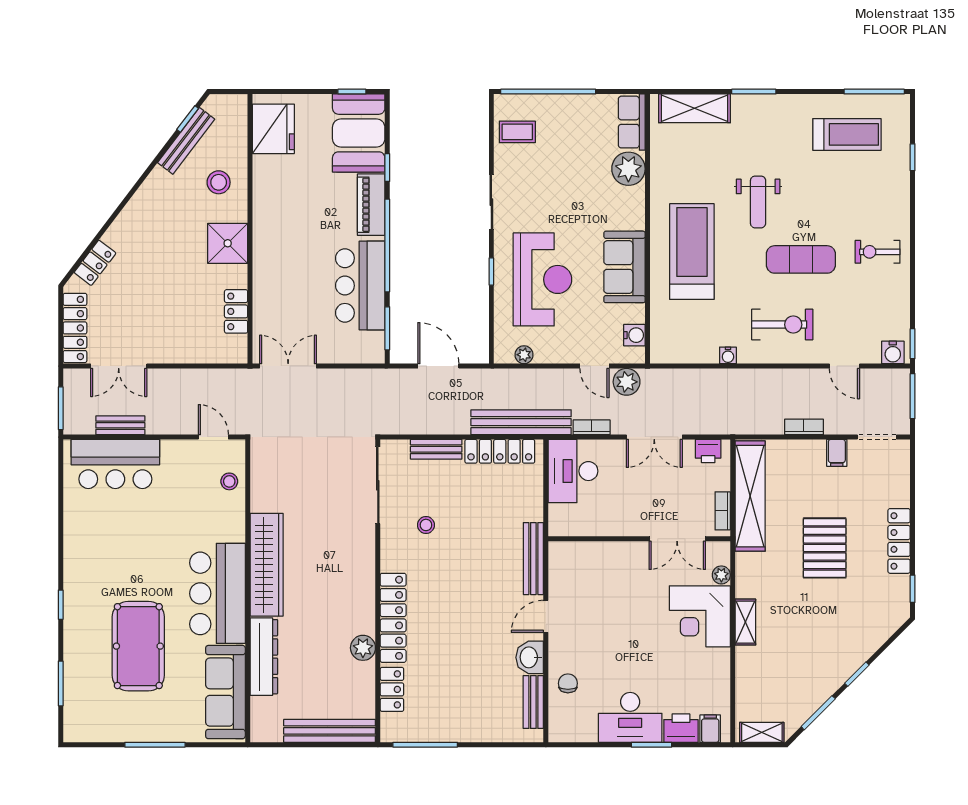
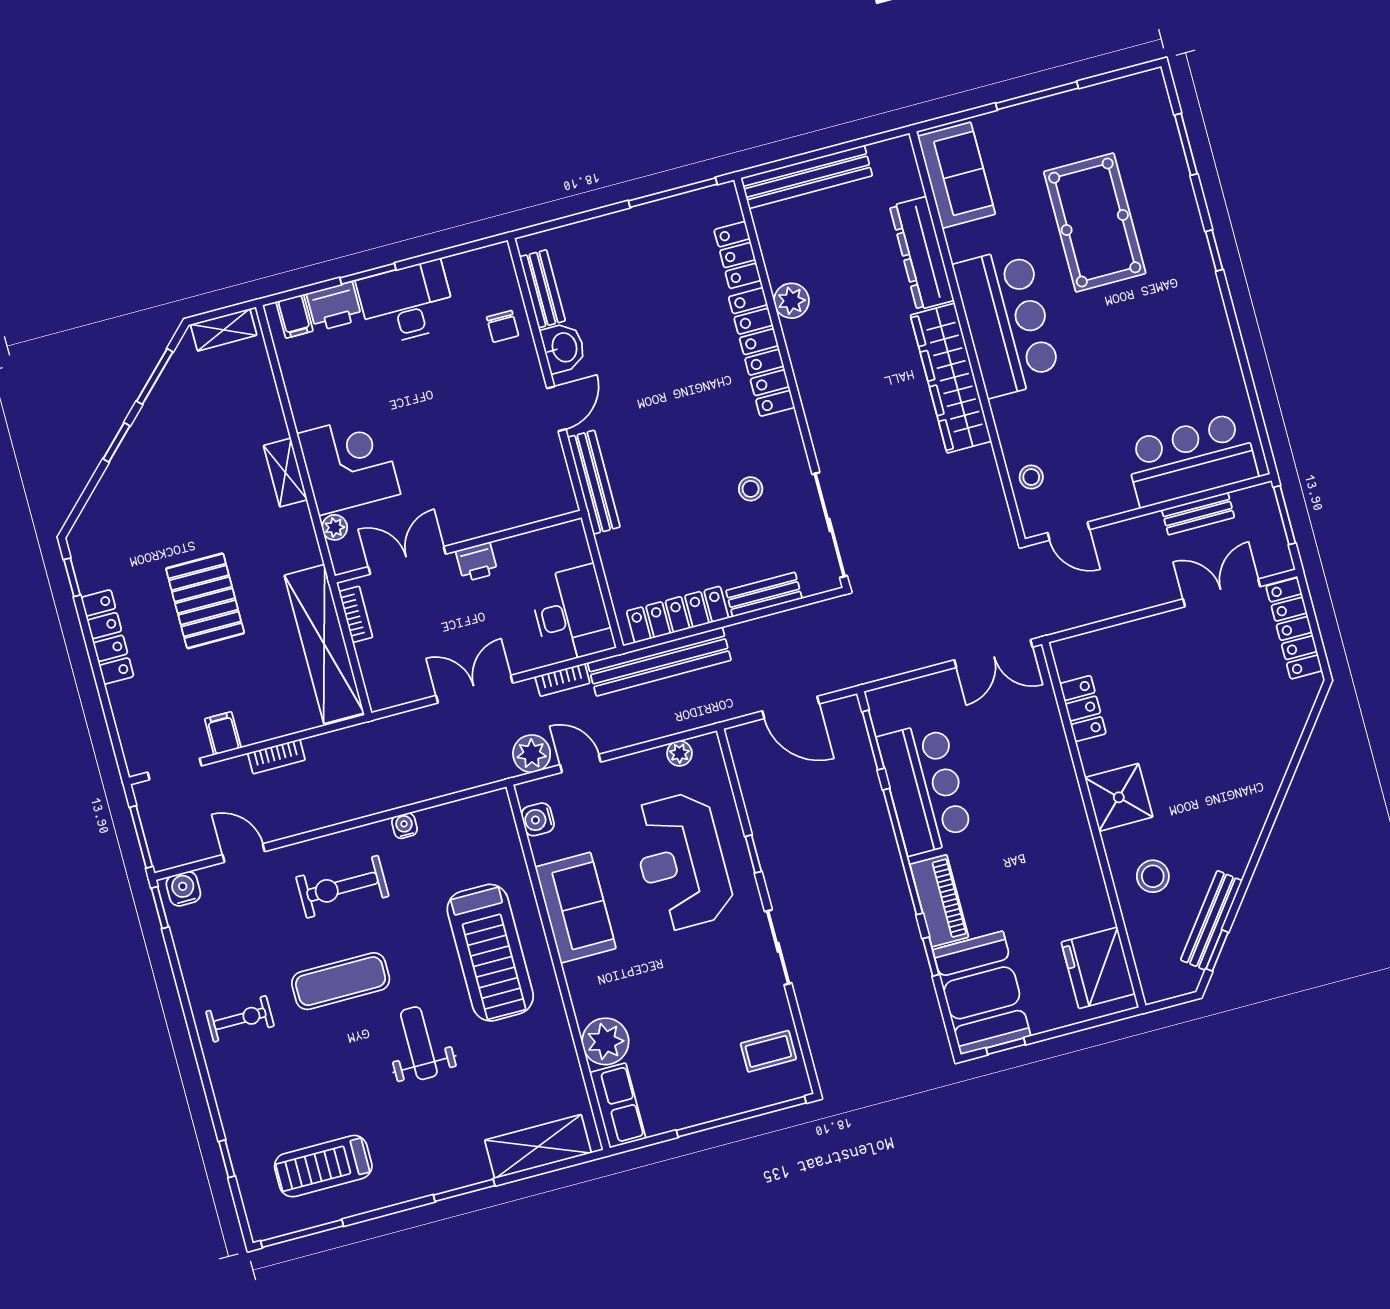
locker: (95, 263) -> (1290, 723), removed
printer: (708, 451) -> (477, 562), moved, turned 180
sofa: (225, 692) -> (956, 175), width x0.73

